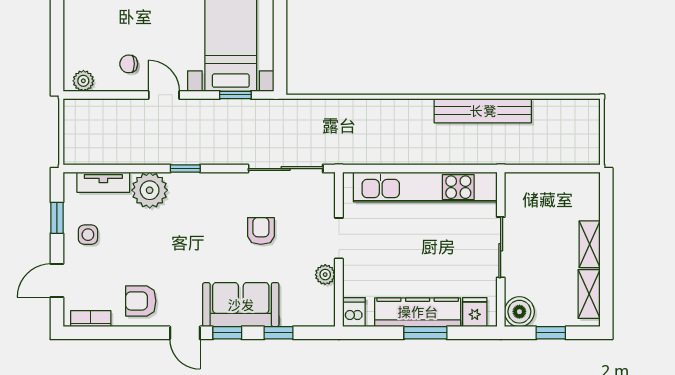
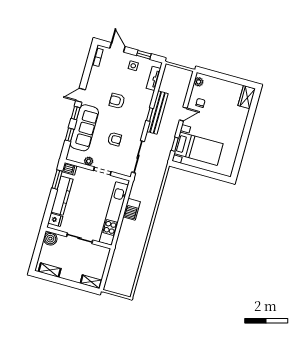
bench: (483, 111) -> (157, 113), moved
barbecue: (405, 150) -> (132, 209), added
plant: (150, 190) -> (145, 97), removed
shelving: (590, 244) -> (91, 282), moved
armchair: (141, 301) -> (117, 101), moved, turned -90
sofa: (241, 305) -> (84, 128), width x1.36
window: (425, 333) -> (57, 180), moved
window: (551, 333) -> (38, 249), removed

